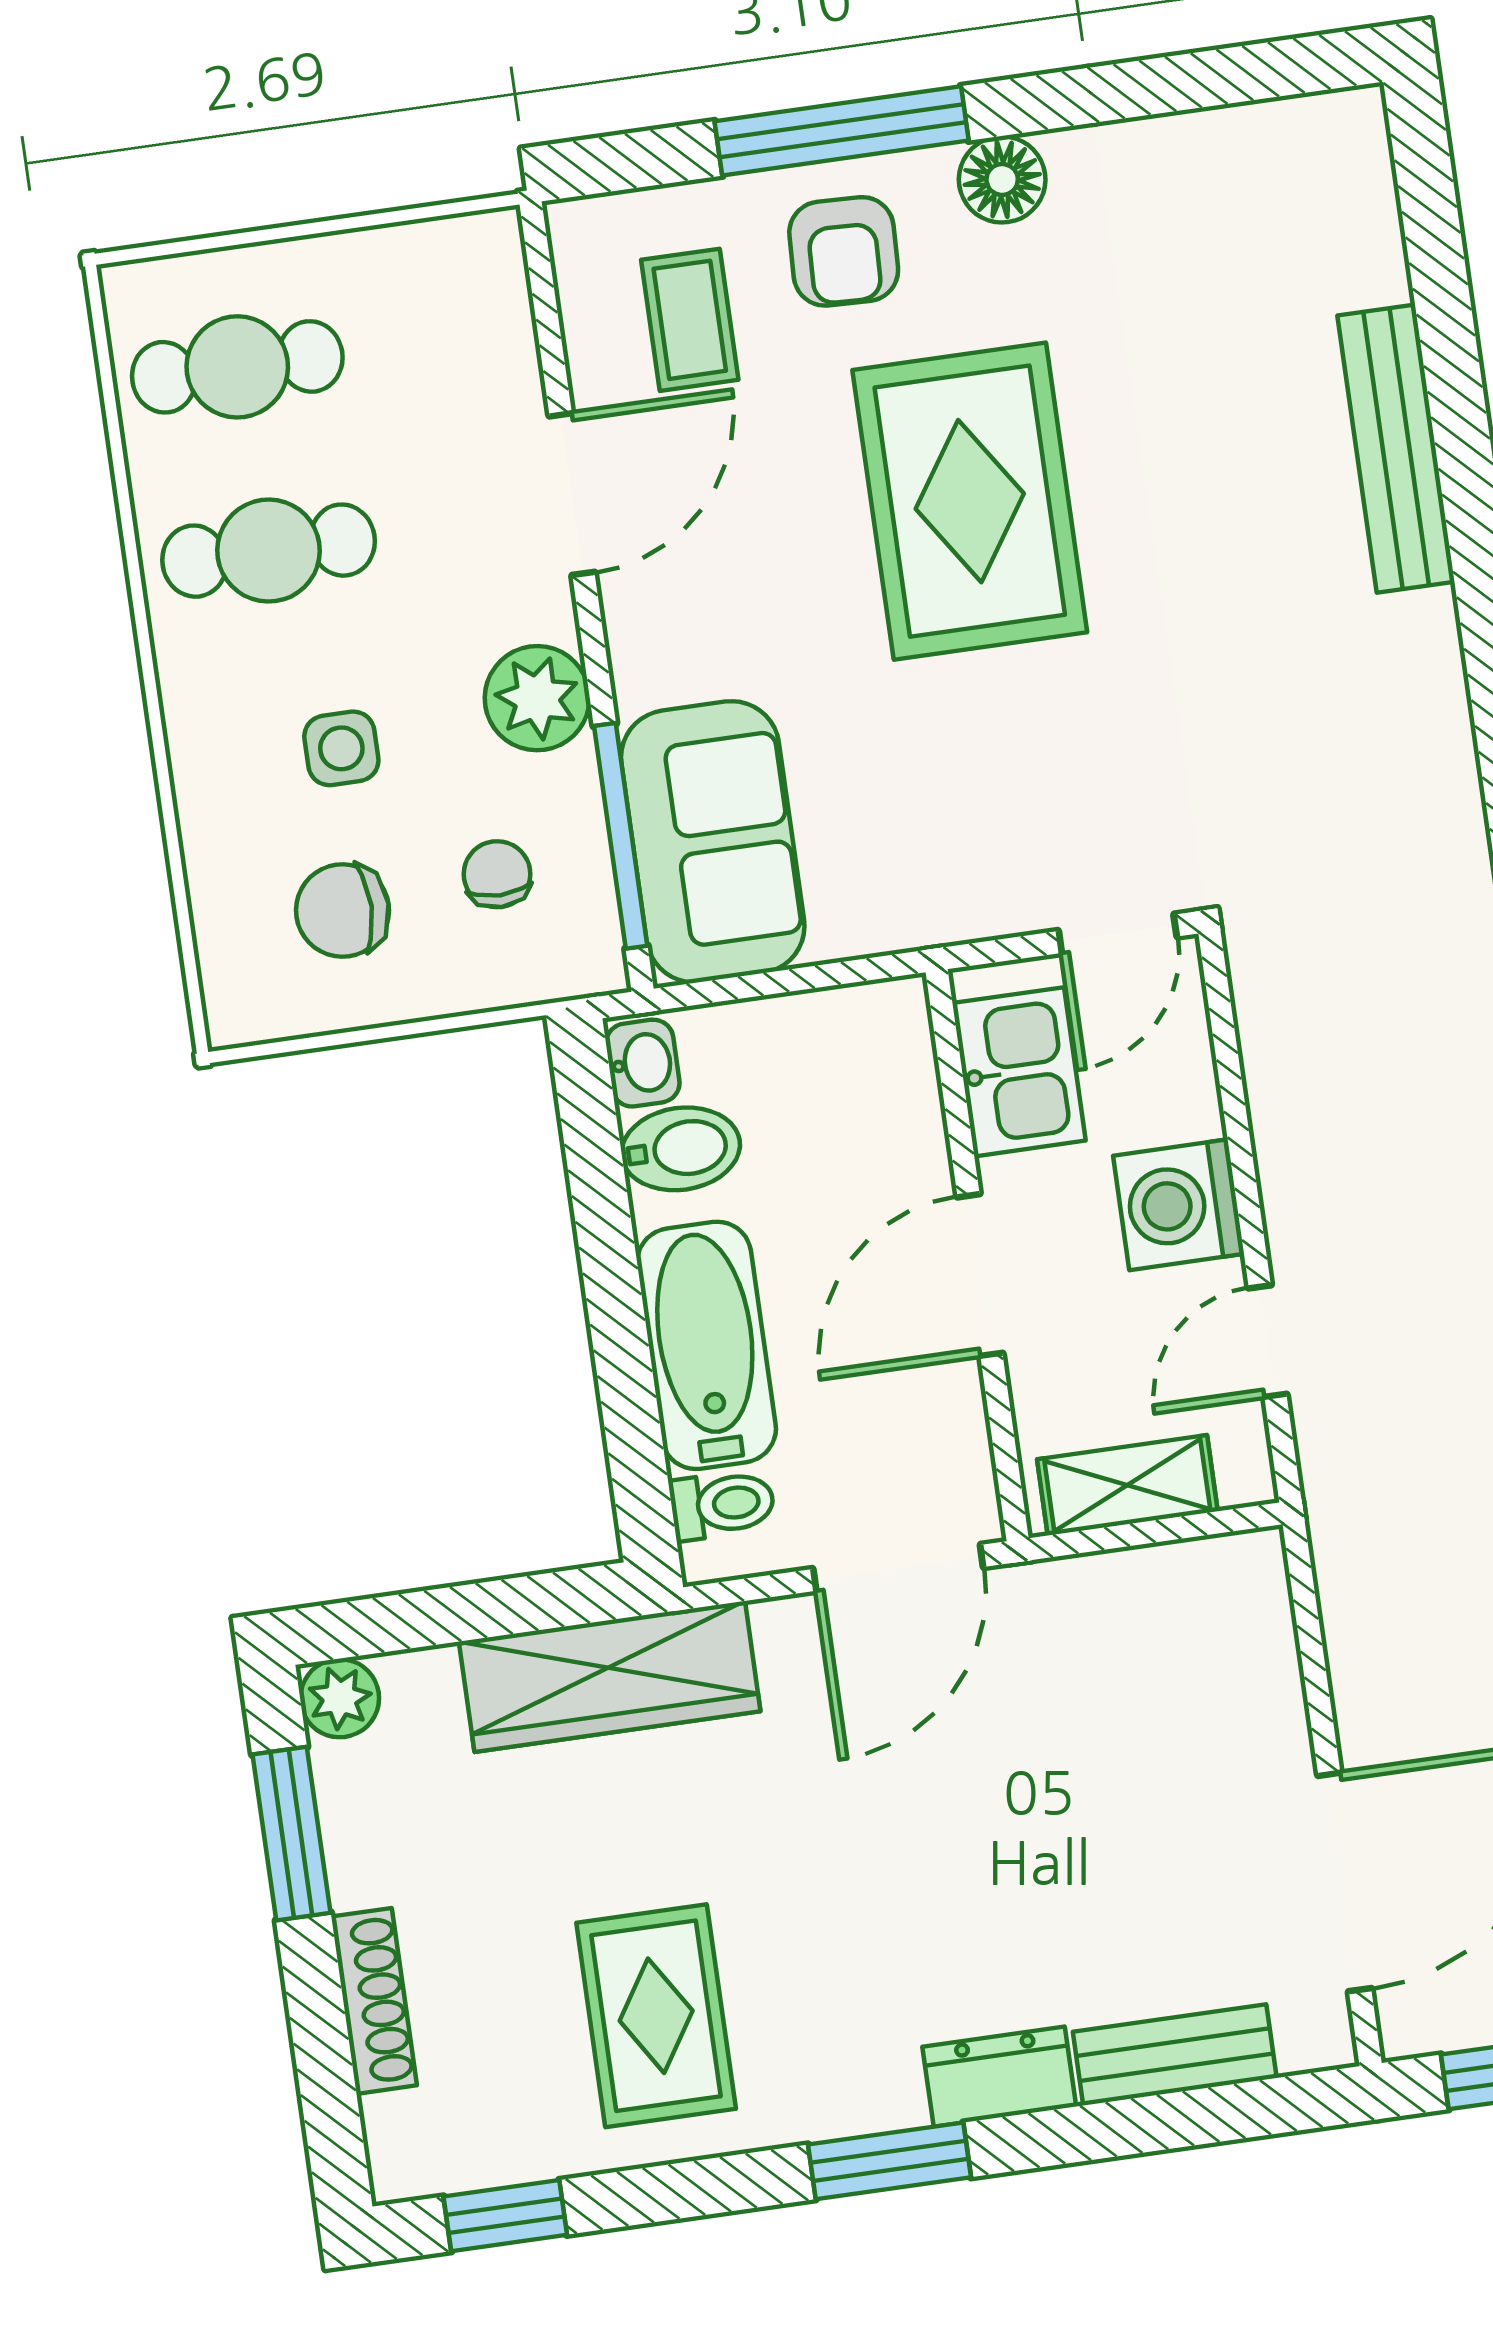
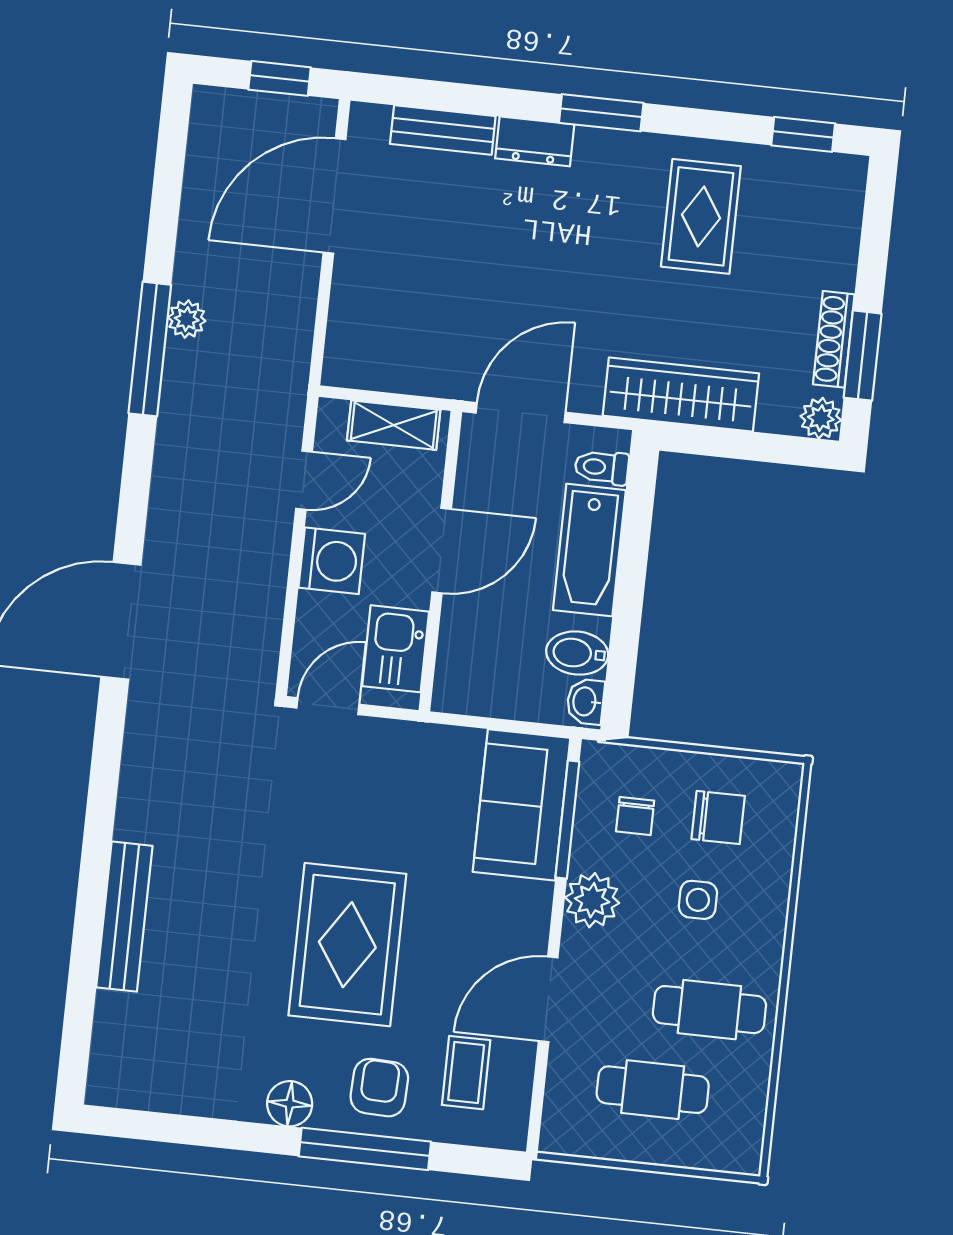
cafe table: (237, 367) -> (653, 1090), moved
shoe rack: (374, 2001) -> (834, 339), moved

